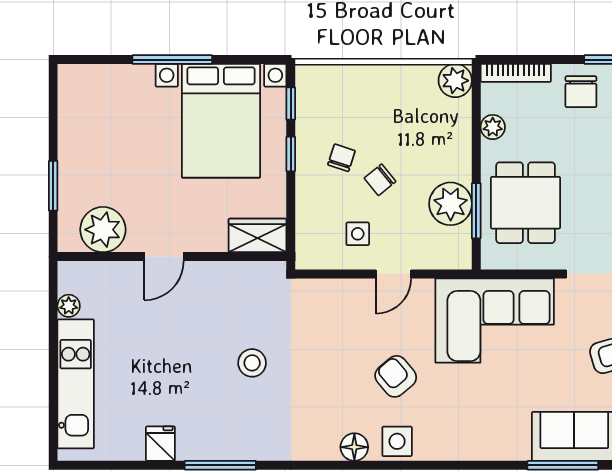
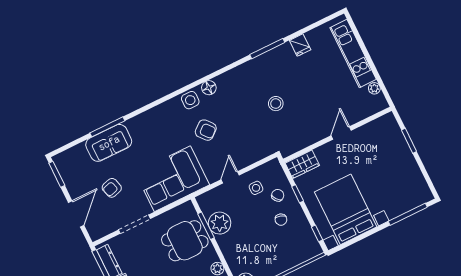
window: (172, 60) -> (408, 214), moved
window: (291, 154) -> (298, 194), moved
chair: (380, 180) -> (278, 195), moved
dining table: (526, 203) -> (185, 241), turned 90
plant: (103, 230) -> (376, 132), removed

